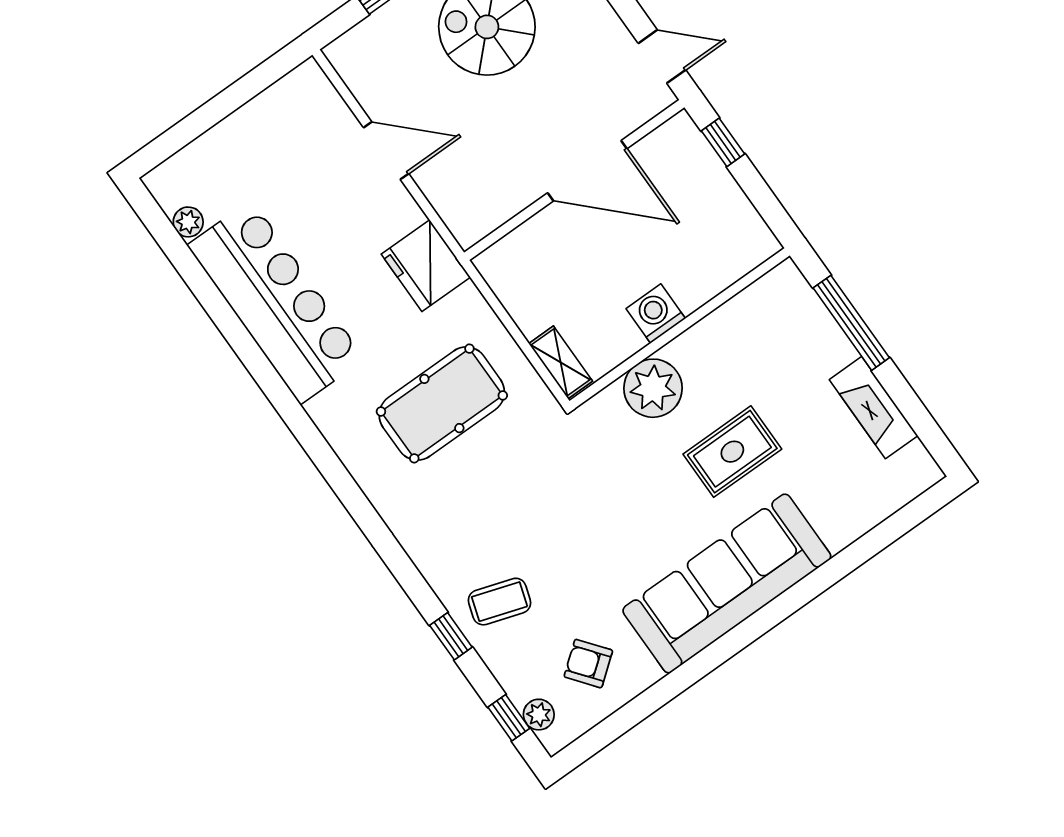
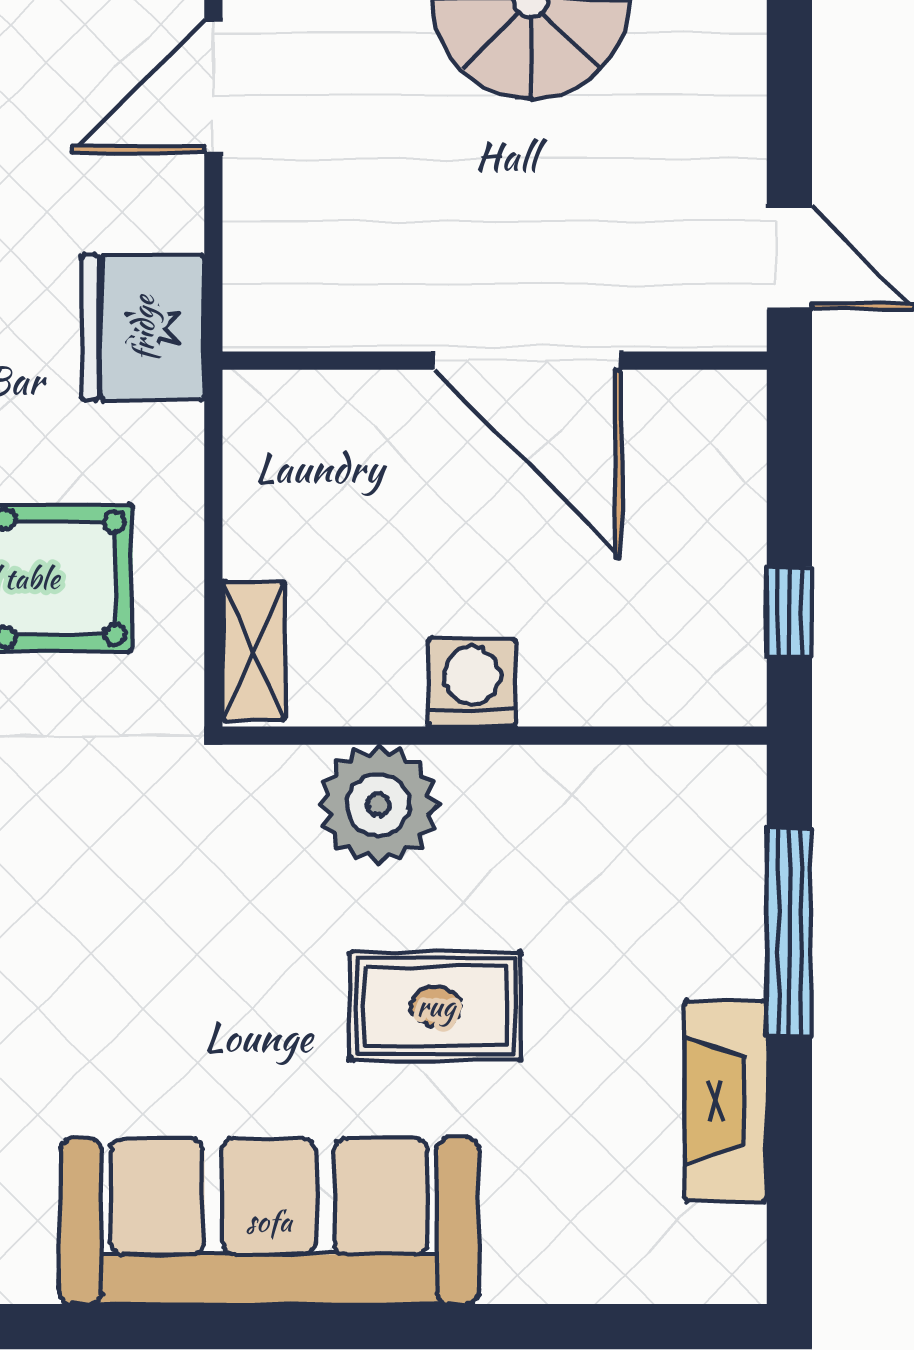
window: (723, 142) -> (789, 612), moved
door: (386, 151) -> (213, 87), swing flipped

